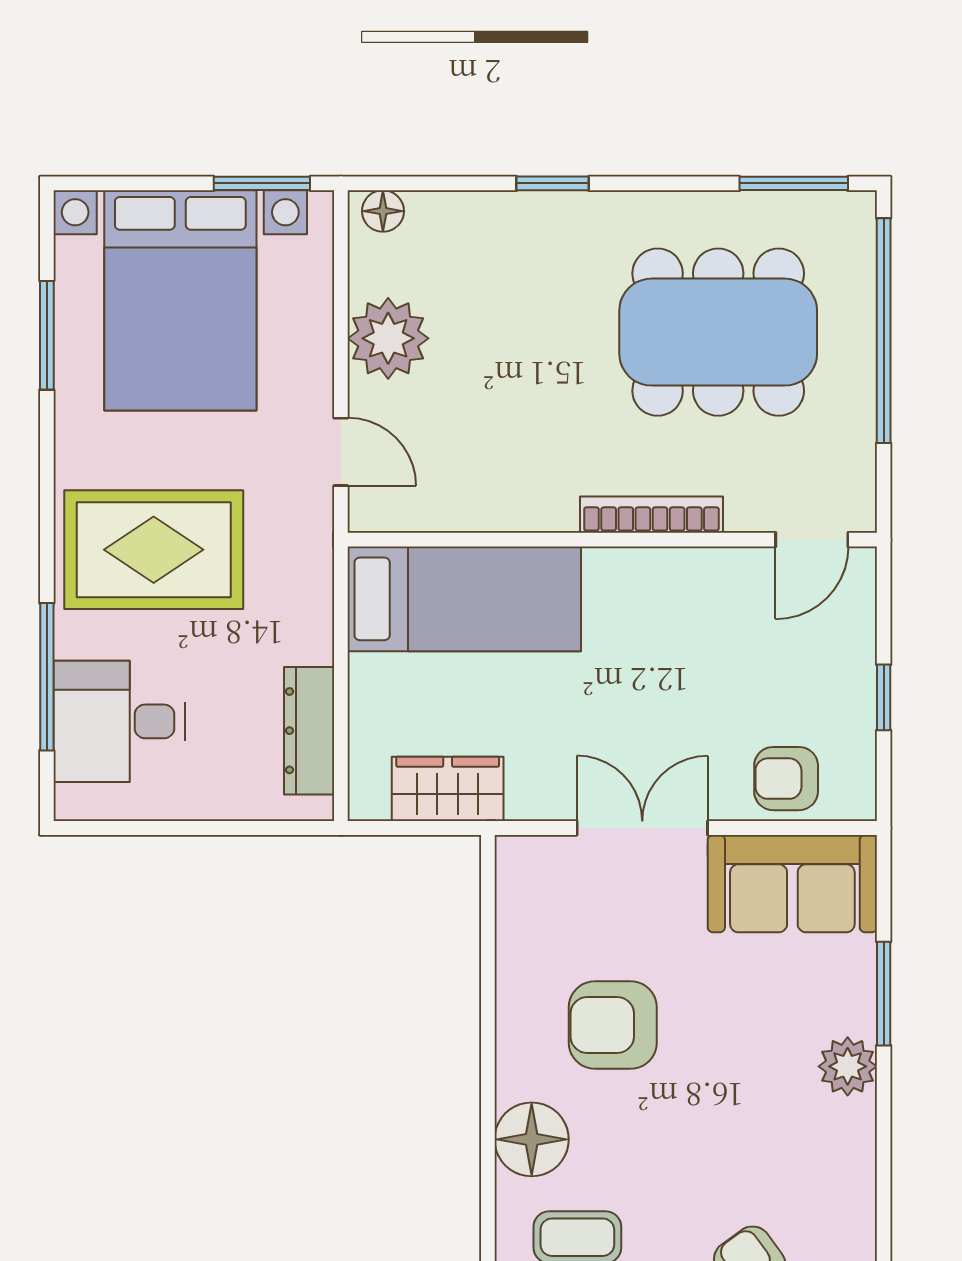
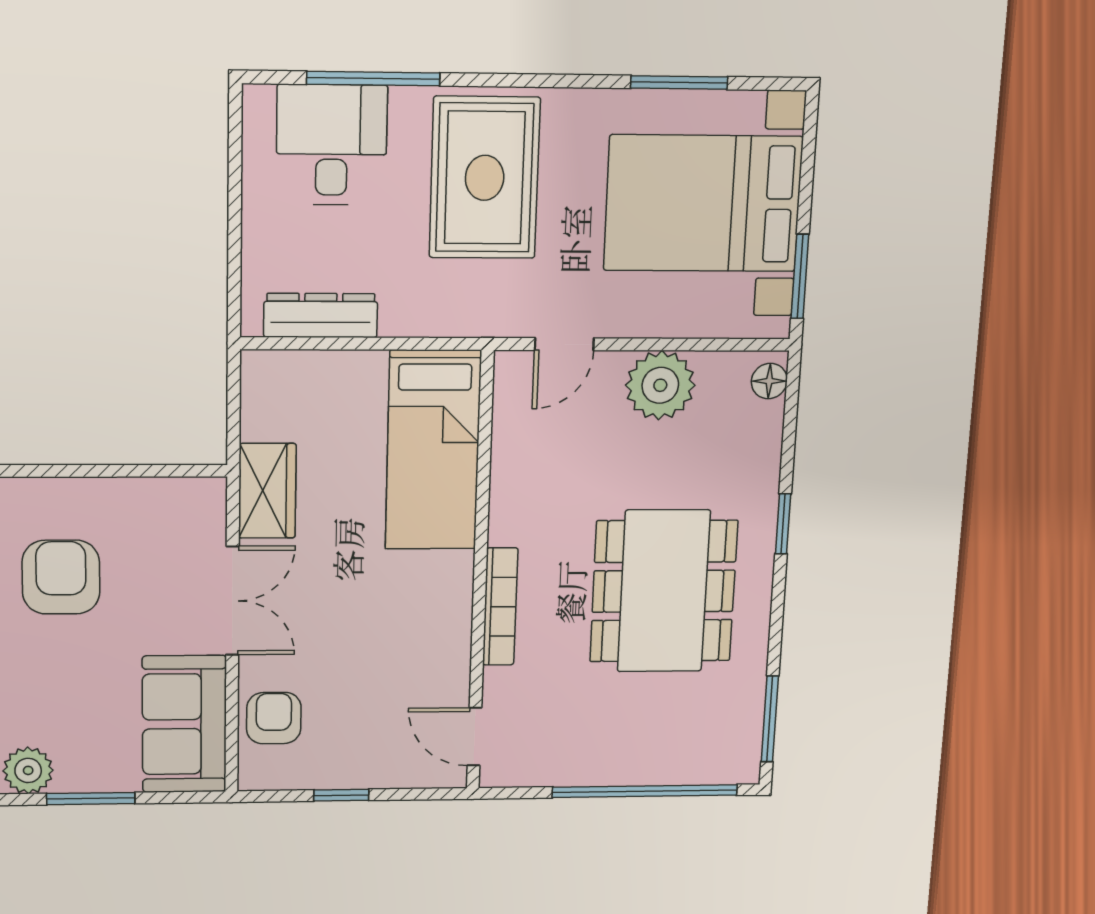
dining table: (718, 332) -> (664, 591), moved
wardrobe: (448, 789) -> (267, 491), moved

